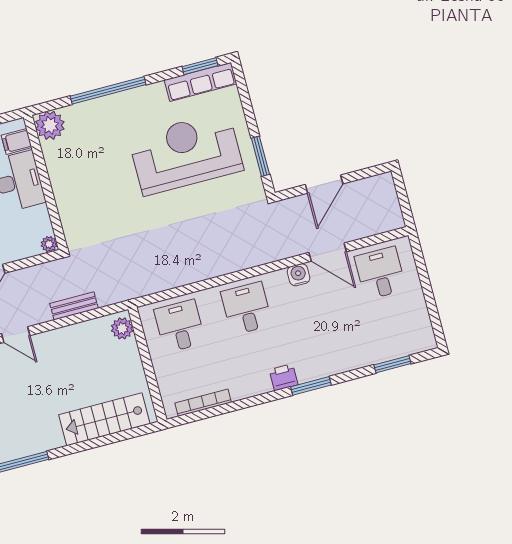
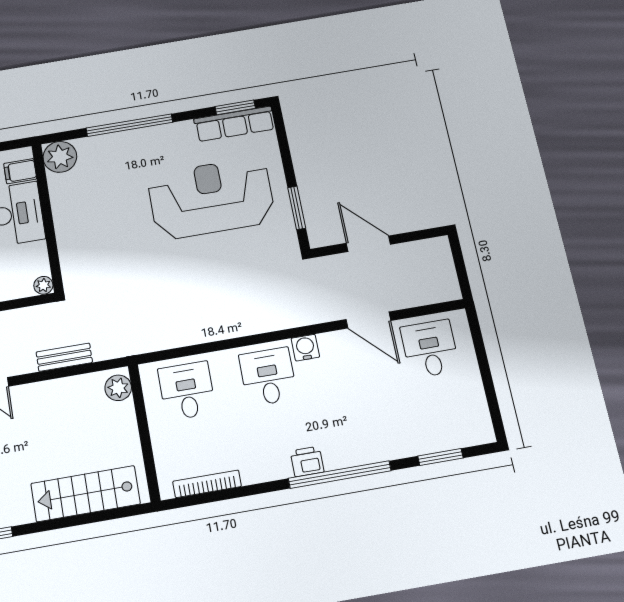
door: (324, 184) -> (368, 244), swing flipped
water cooler: (299, 275) -> (305, 348), moved
window: (311, 386) -> (340, 475), width x2.11

